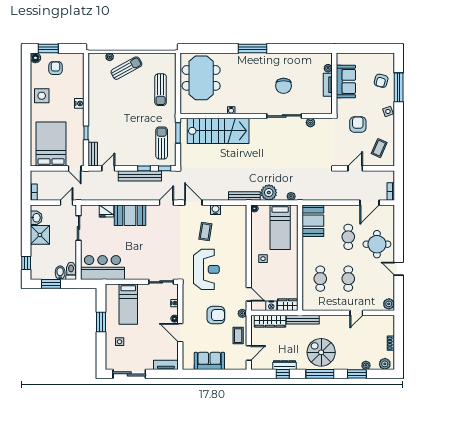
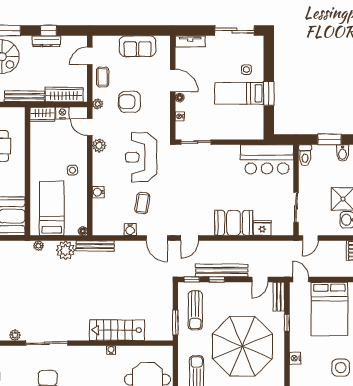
parasol: (123, 113) -> (242, 346), added
stairs: (218, 131) -> (117, 330), width x0.73, depth x0.66
water cooler: (242, 241) -> (98, 192), added
bidet: (60, 273) -> (343, 153), moved
plant: (241, 279) -> (99, 145), added
bed: (128, 304) -> (239, 93), moved, turned -90

